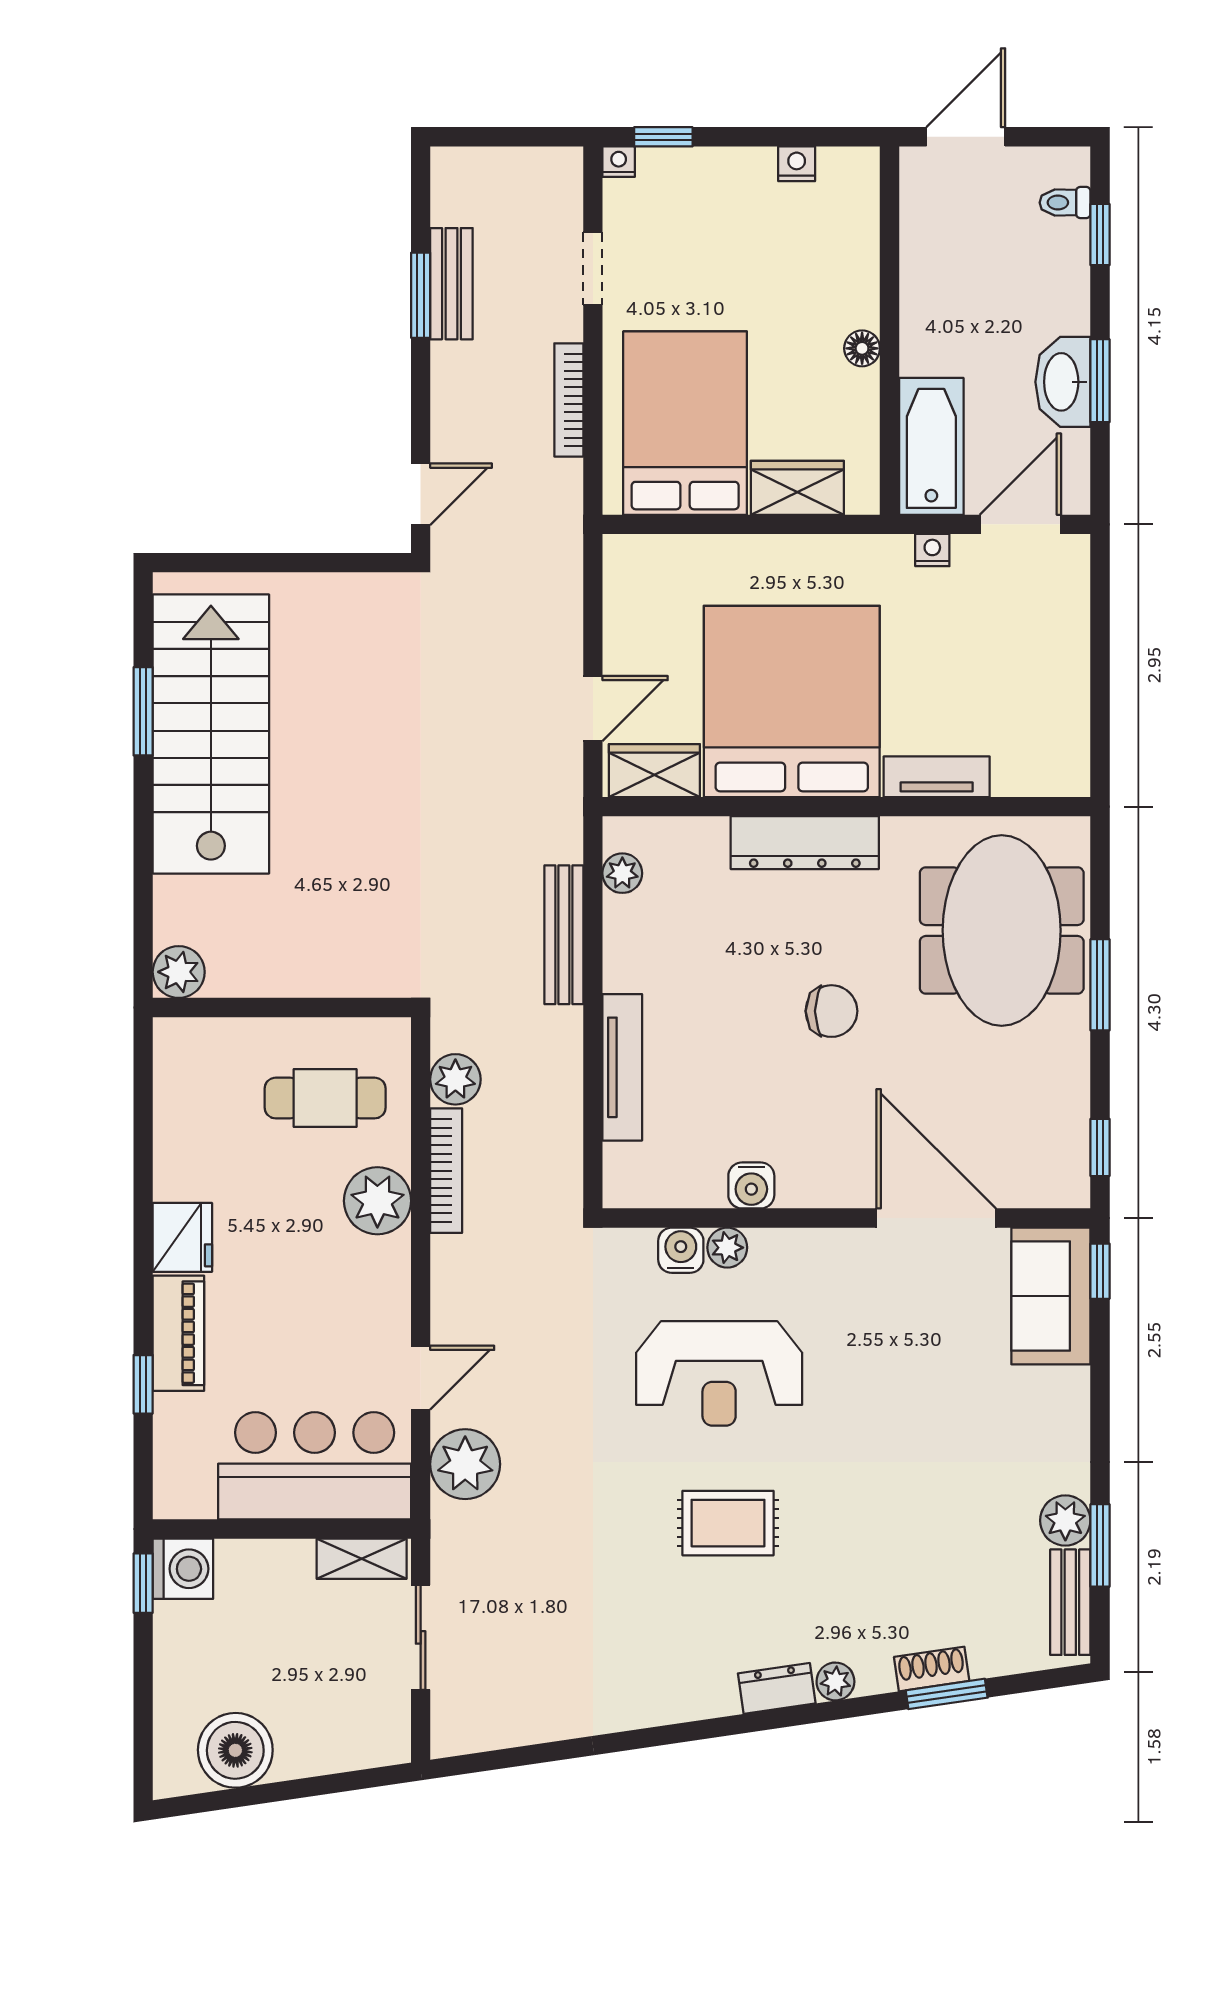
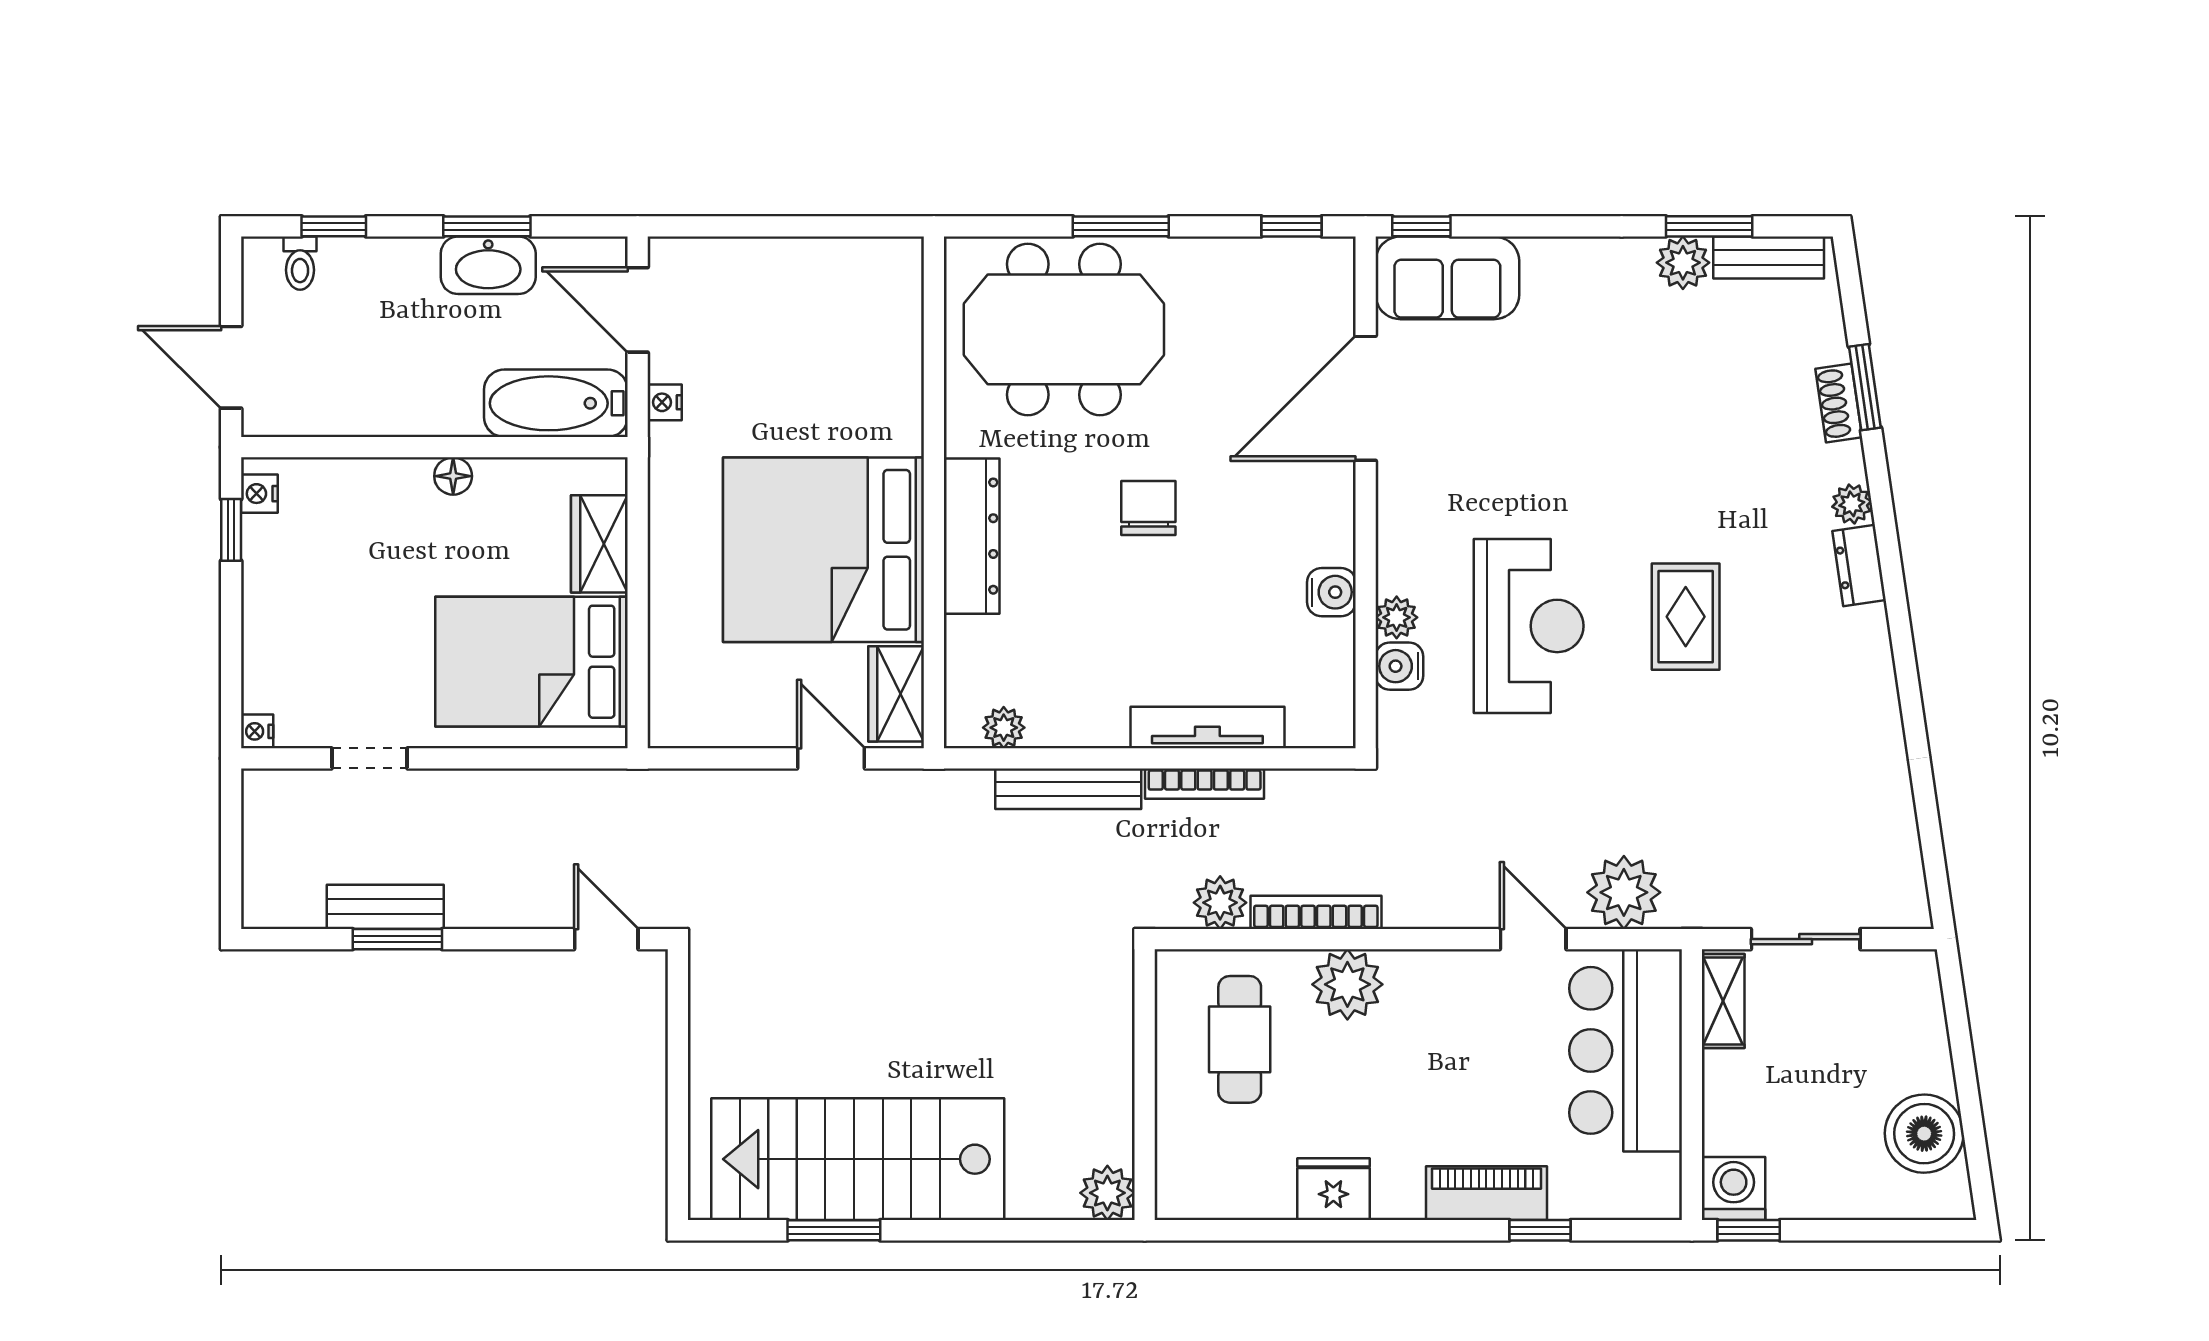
window: (663, 137) -> (231, 530), moved
nightstand: (797, 164) -> (259, 494), moved
bookcase: (569, 400) -> (1205, 784), moved
tv unit: (937, 777) -> (903, 398), removed
fridge: (182, 1237) -> (1333, 1189), moved

